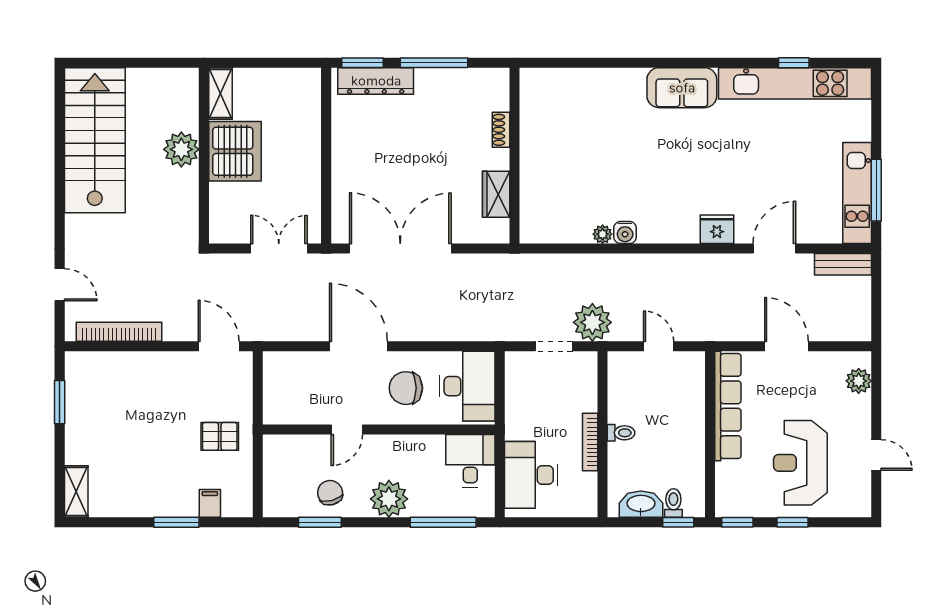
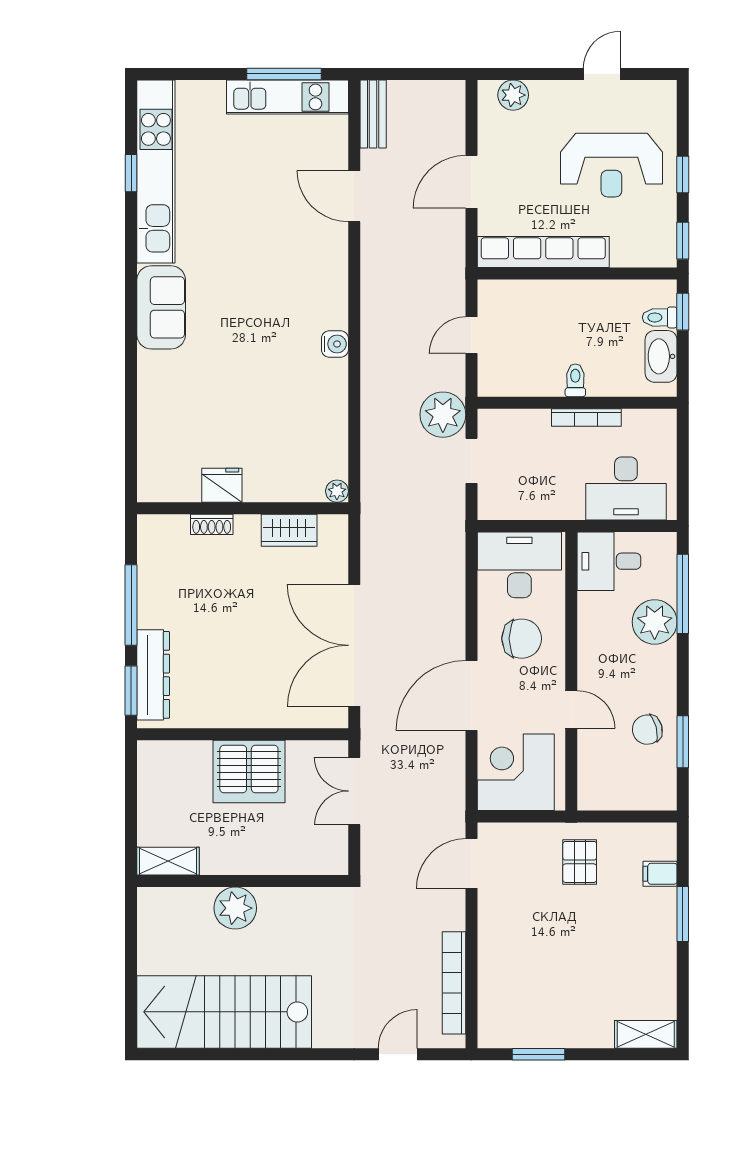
server rack: (235, 151) -> (249, 771), moved, turned 180
fridge: (717, 229) -> (222, 485), moved, turned 90
water cooler: (625, 232) -> (335, 344), moved
plant: (603, 234) -> (337, 491), moved
corner desk: (294, 383) -> (516, 772), added
chair: (406, 388) -> (522, 639), turned -90
plant: (389, 499) -> (655, 622), moved

